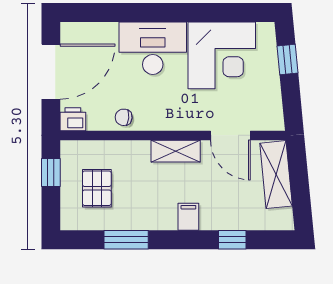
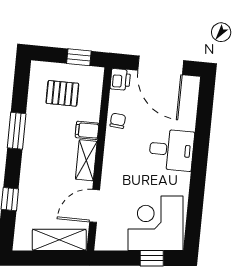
desk: (153, 48) -> (172, 150), width x0.73
corner desk: (222, 55) -> (156, 223), moved, turned 84
filing cabinet: (188, 217) -> (87, 130), moved, turned 180
window: (126, 240) -> (17, 131), moved

